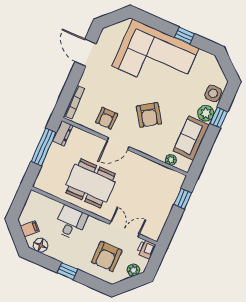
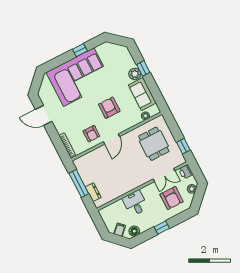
side table: (213, 93) -> (127, 60), removed
armchair: (149, 115) -> (109, 108), turned -146
dresser: (63, 133) -> (93, 192), moved
dining table: (91, 183) -> (154, 144), moved, width x0.73
window: (183, 199) -> (183, 146), moved
double door: (125, 229) -> (164, 175), swing flipped

